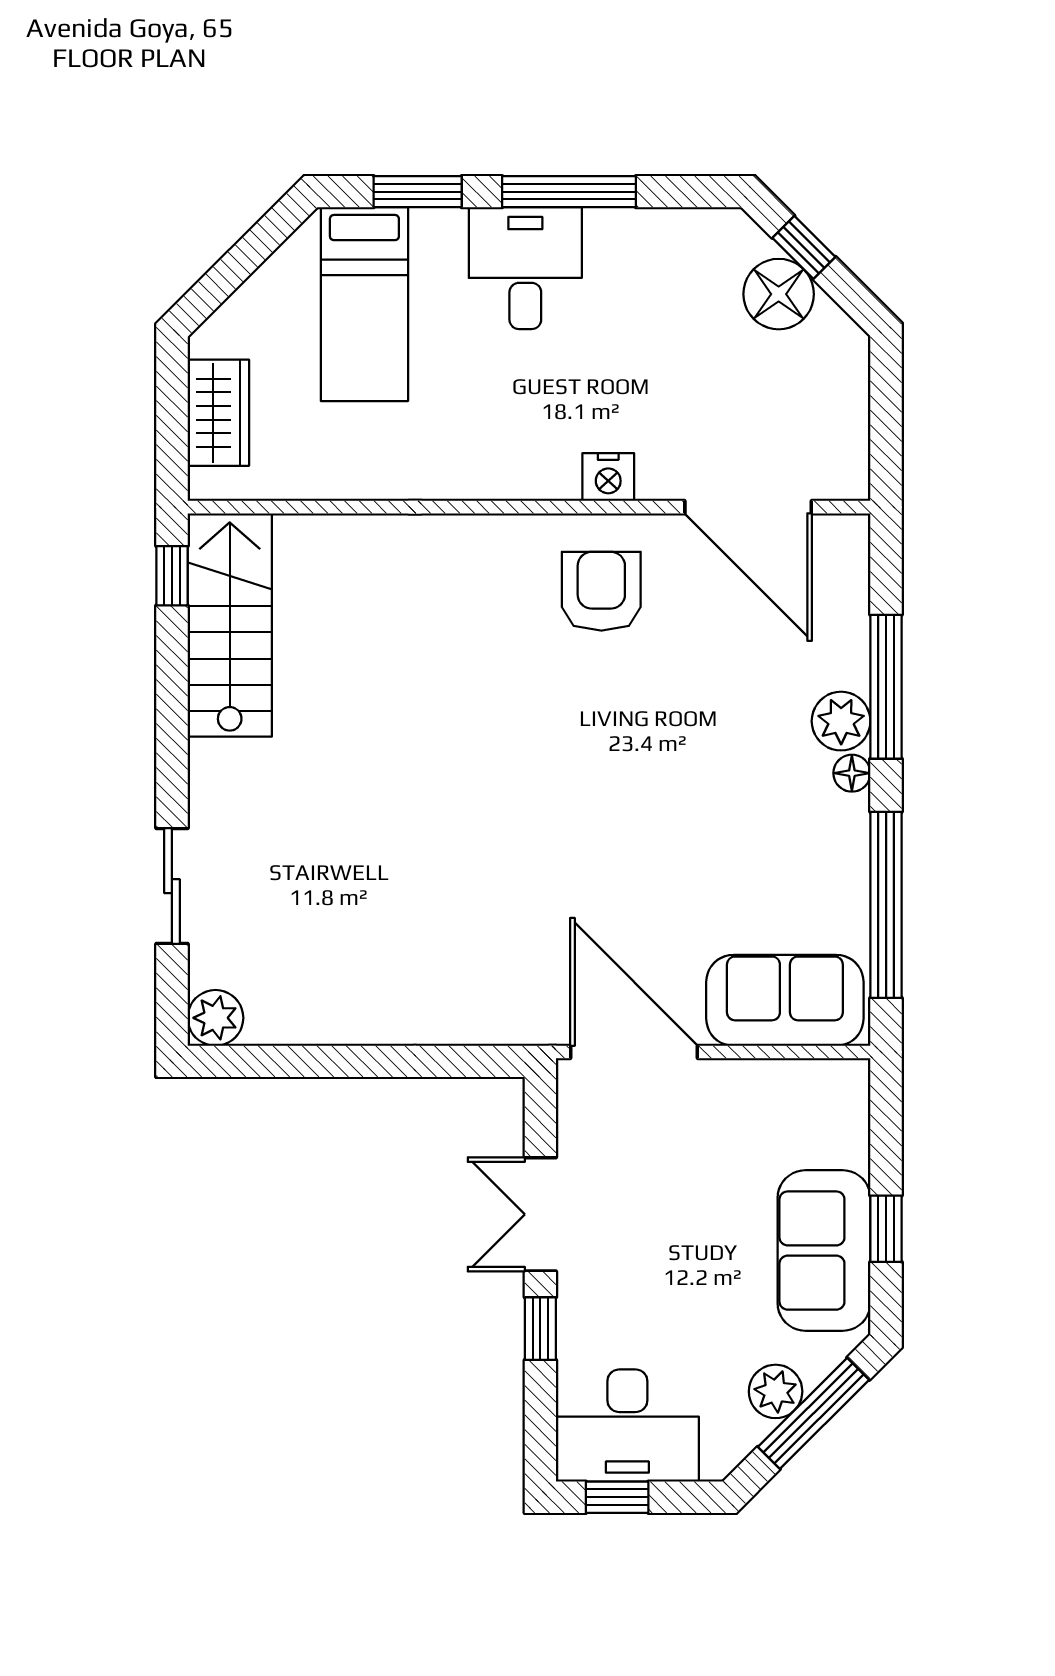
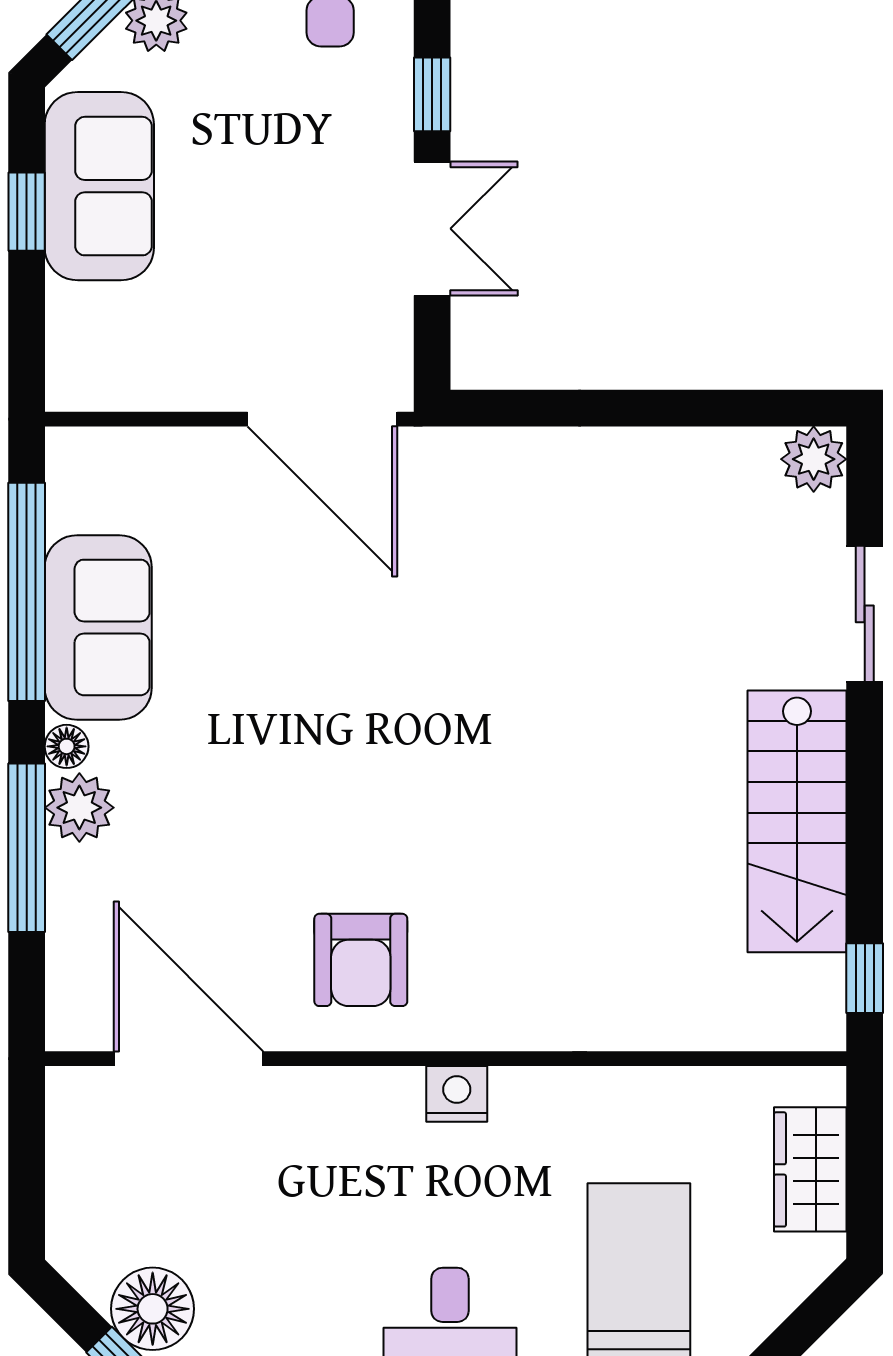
nightstand: (608, 477) -> (457, 1094), moved
stairs: (230, 625) -> (797, 821), moved
sofa: (785, 1000) -> (98, 627), moved, turned -90

